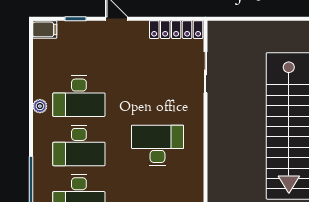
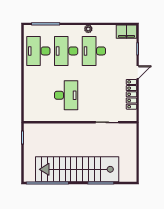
filing cabinet: (45, 29) -> (126, 32), width x2.00
locker: (176, 30) -> (131, 94), moved

